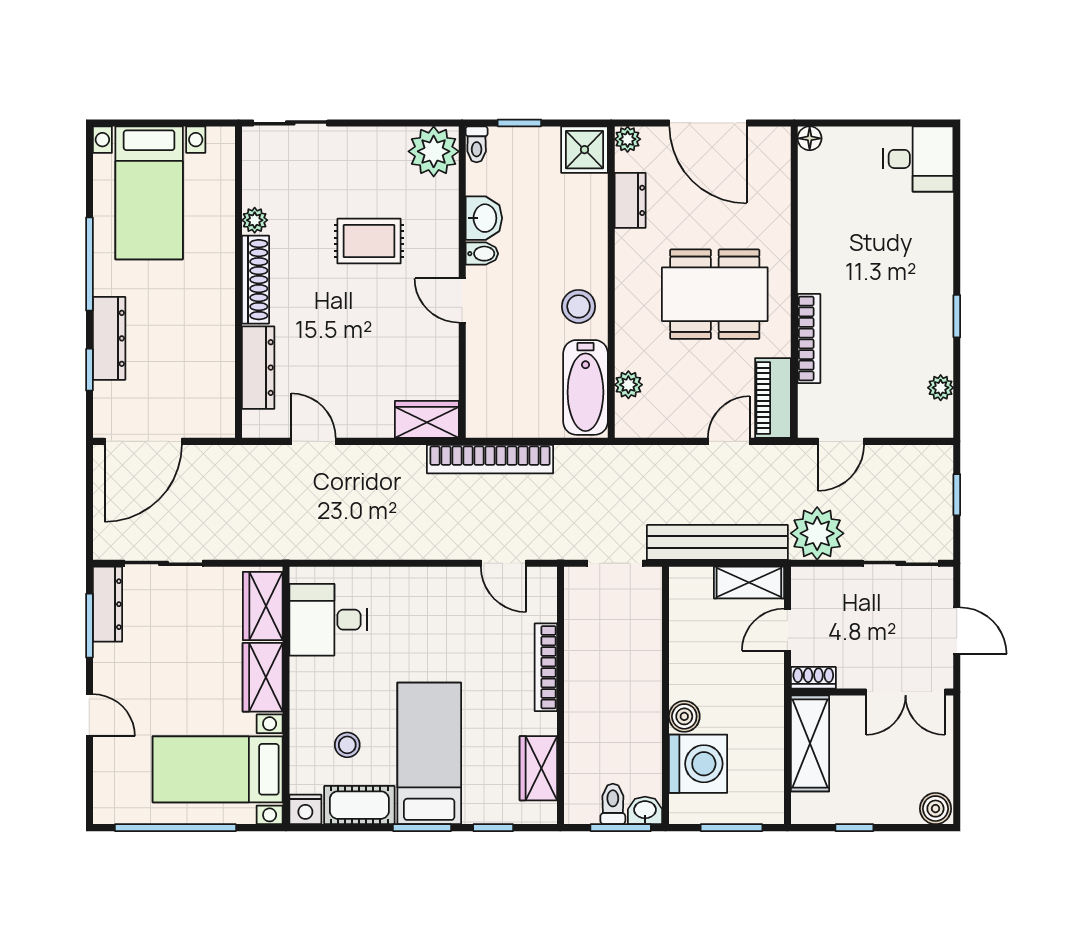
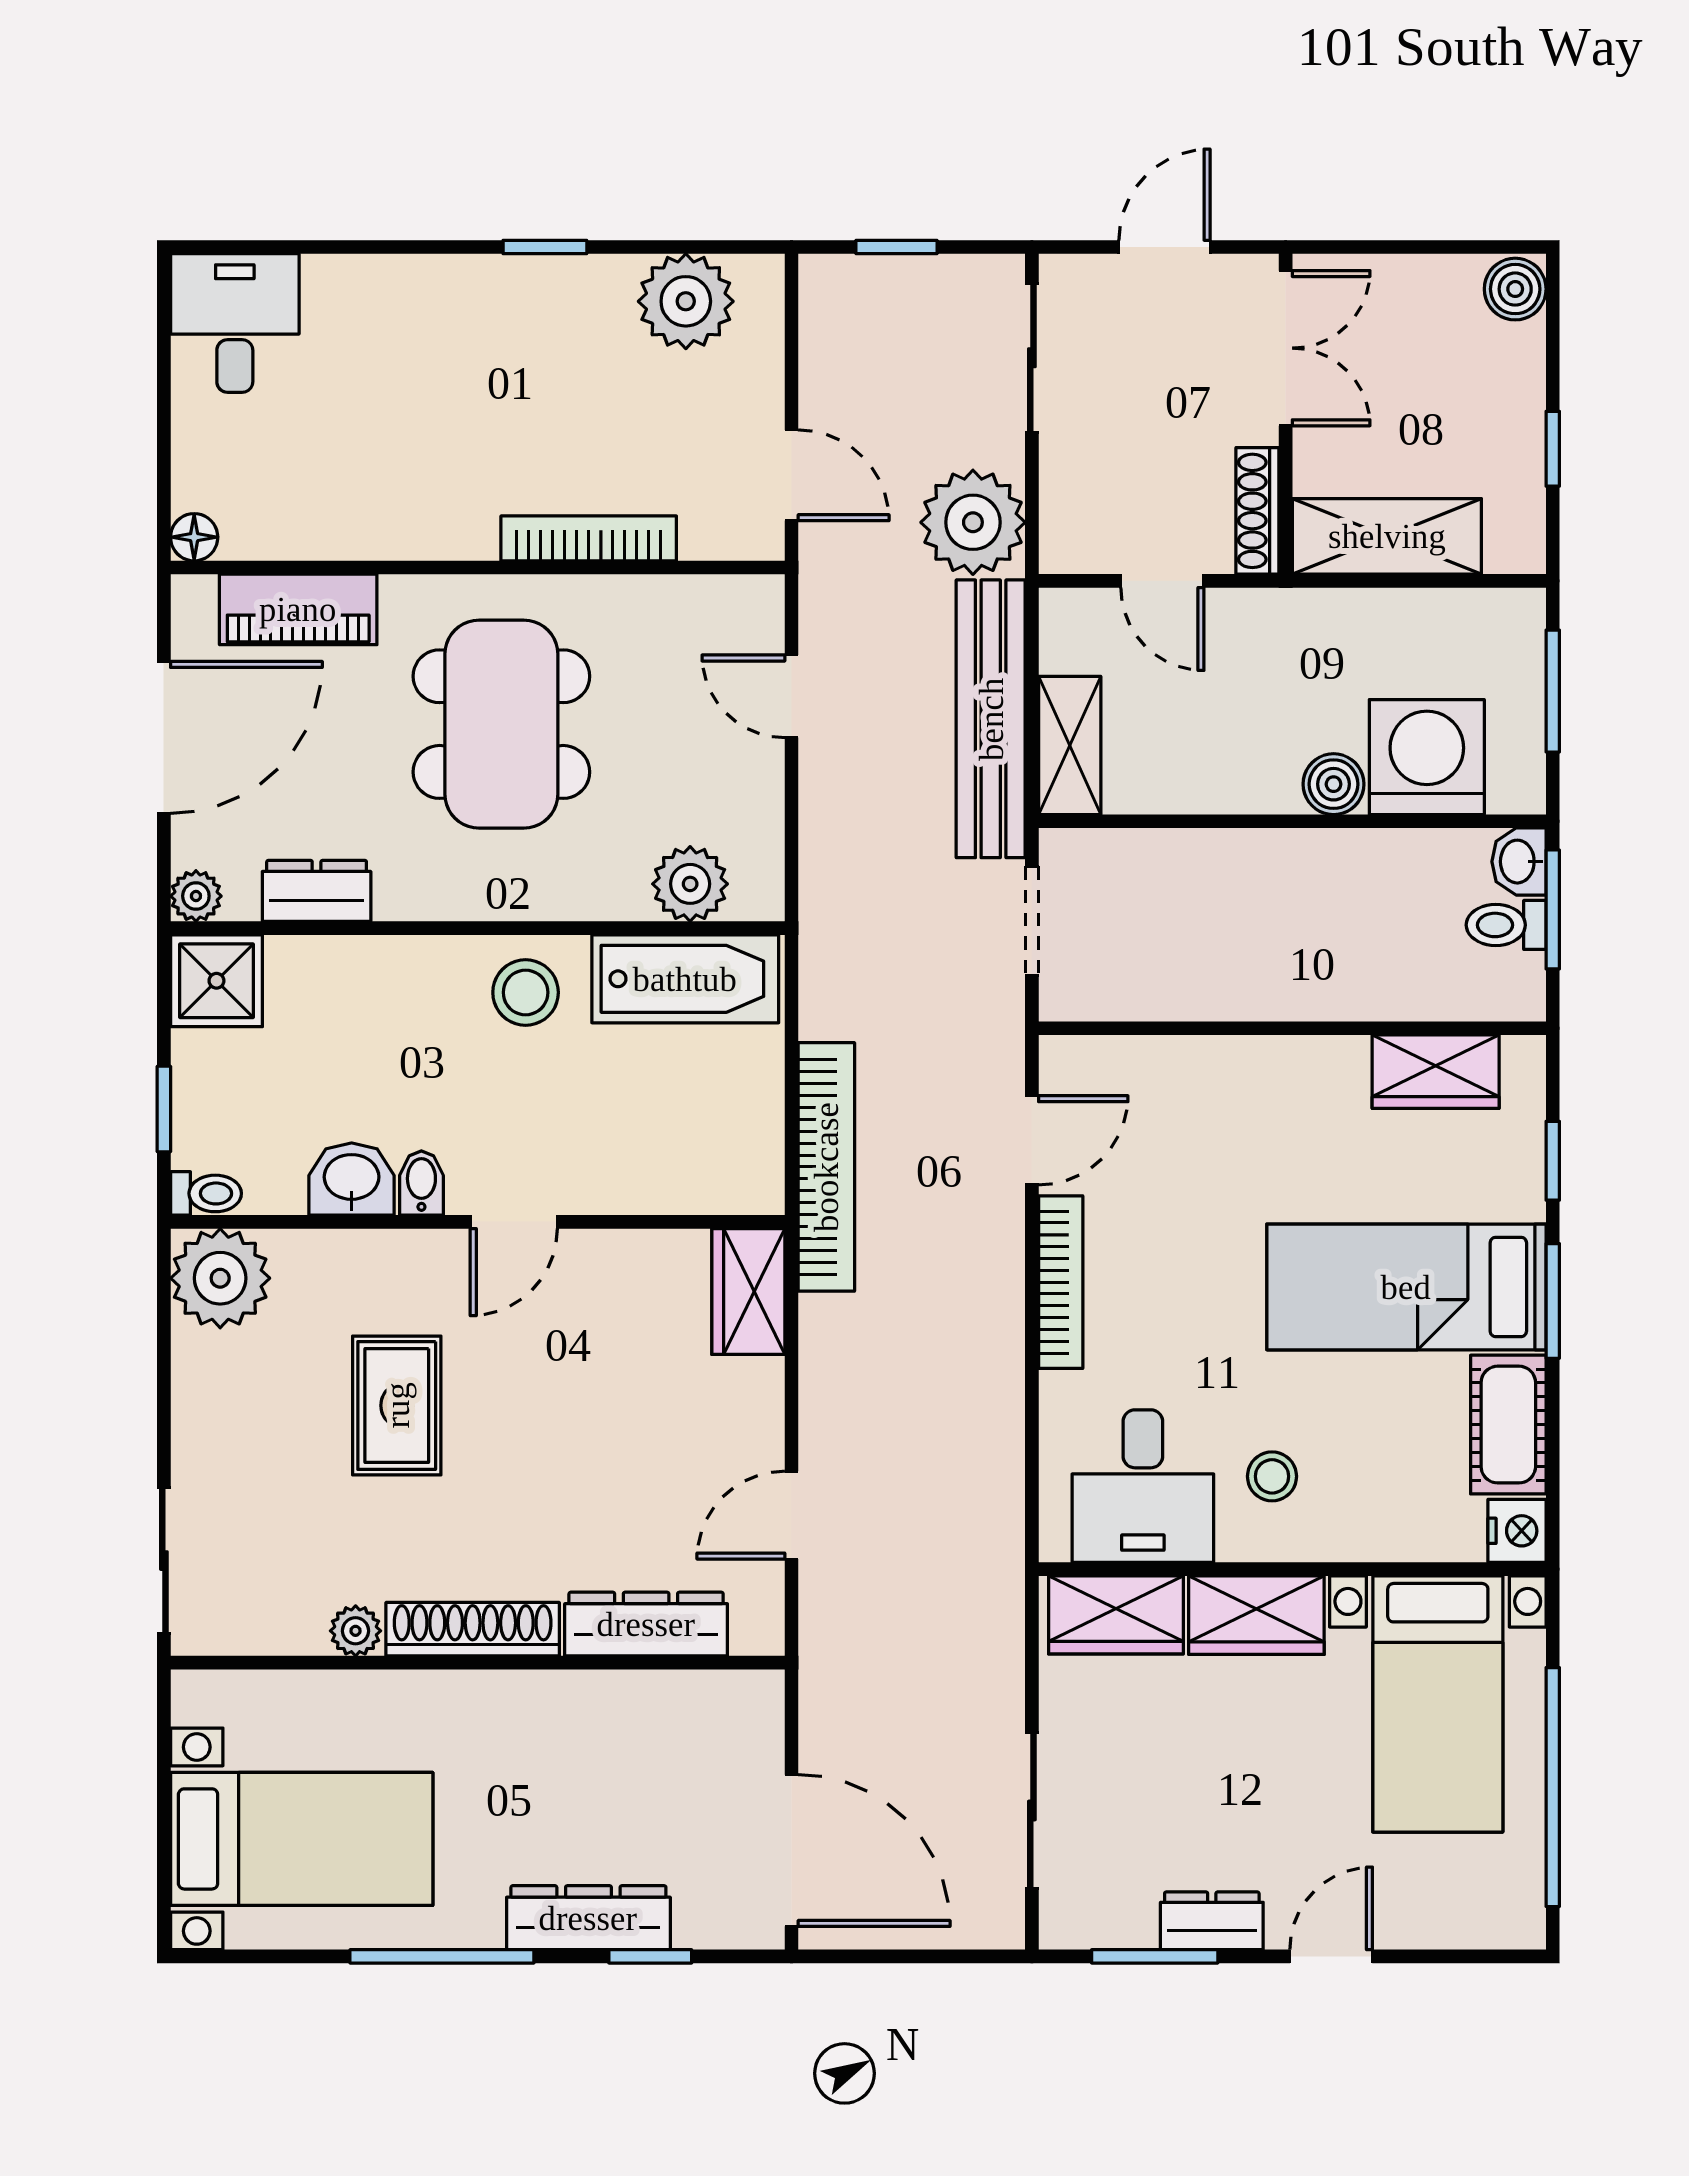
plant: (628, 385) -> (690, 884), width x1.38, depth x1.38
plant: (941, 388) -> (686, 301), width x1.87, depth x1.87
piano: (773, 398) -> (298, 609), moved
shelving: (749, 583) -> (1070, 745), moved
dresser: (107, 604) -> (1212, 1921), moved, width x0.70
bookcase: (546, 667) -> (1061, 1282), moved, turned -90
shoe rack: (813, 678) -> (1257, 511), width x1.43
stool: (347, 745) -> (1272, 1476), moved

